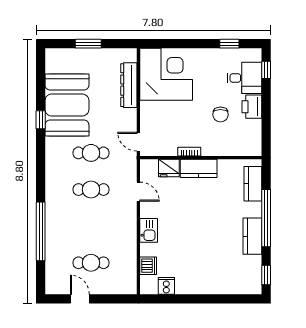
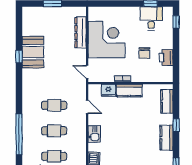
corner desk: (166, 74) -> (106, 39), moved
desk: (244, 78) -> (151, 19), moved, turned -90
booth: (67, 105) -> (33, 52), width x0.73, depth x0.70
printer: (252, 107) -> (166, 58), moved
cafe table: (91, 153) -> (54, 131), moved
window: (266, 218) -> (176, 125), width x0.32

